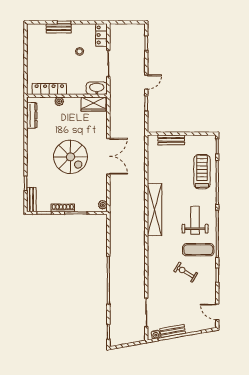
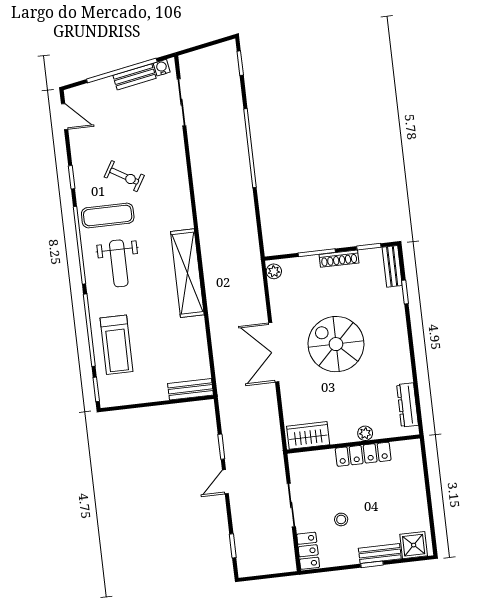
shower: (38, 31) -> (414, 545), added
washbasin: (97, 88) -> (306, 462), removed
locker: (49, 89) -> (363, 454), moved
bench: (171, 140) -> (191, 389), moved

